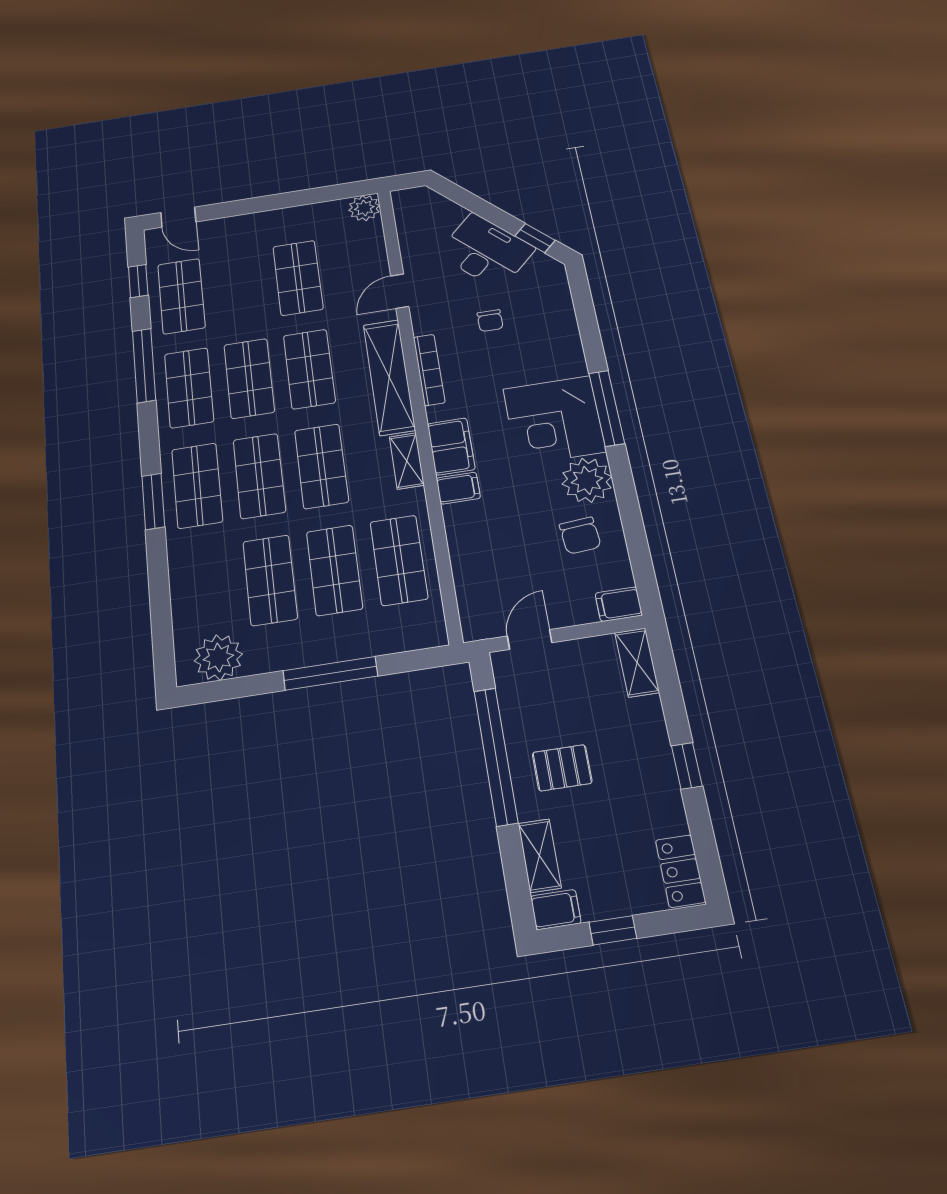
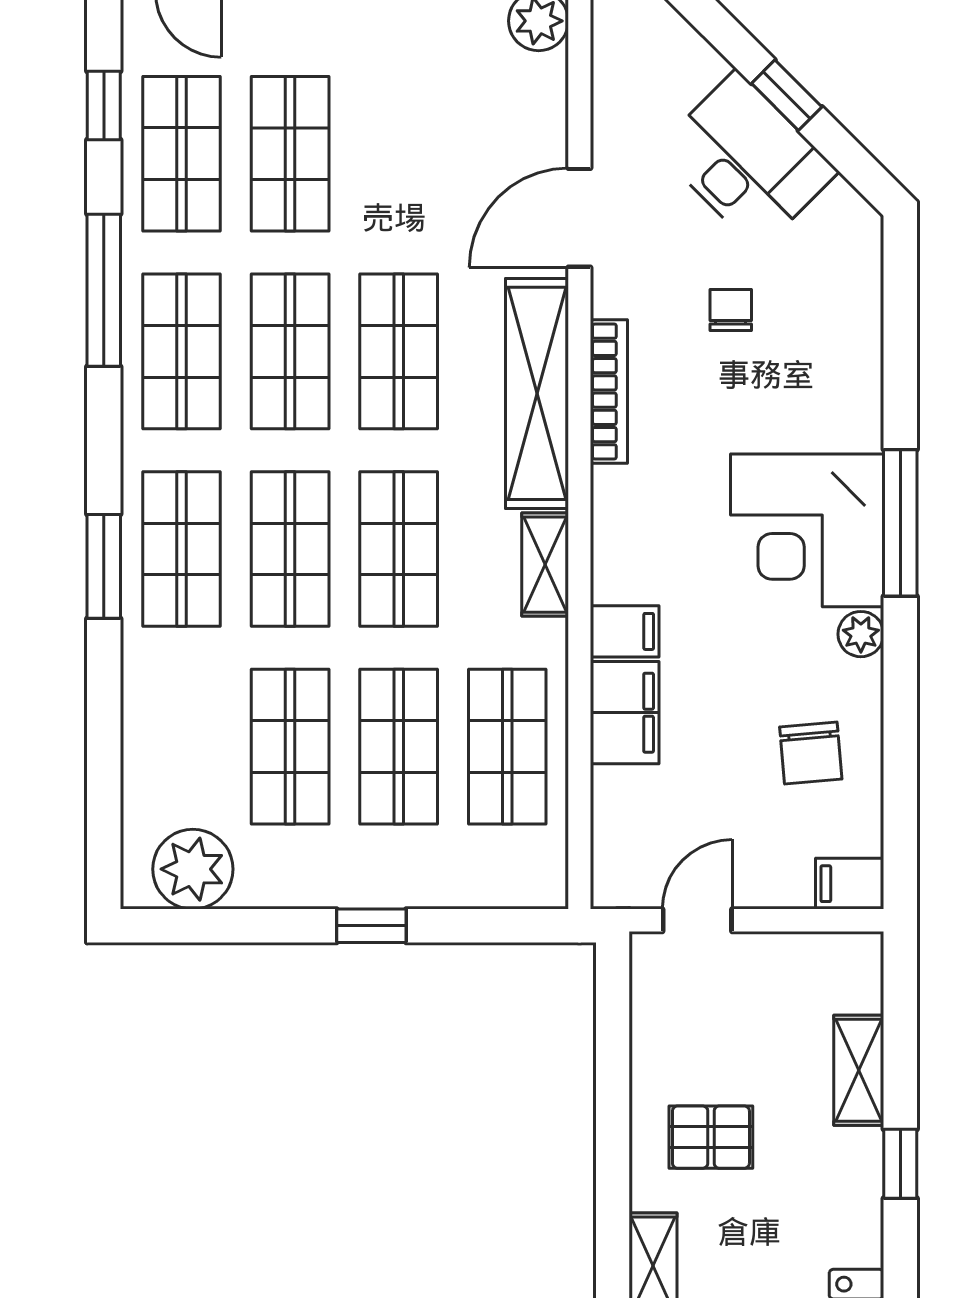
window: (535, 238) -> (787, 95), moved
shop shelf: (298, 278) -> (290, 154), moved
door: (400, 291) -> (579, 218), width x1.38
chair: (490, 321) -> (731, 310), turned 180
filing cabinet: (451, 446) -> (625, 713), moved
plant: (587, 480) -> (861, 634), width x0.53, depth x0.53
shelving: (637, 662) -> (859, 1070), moved
window: (330, 673) -> (371, 926), width x0.46
window: (496, 756) -> (613, 1103), removed

